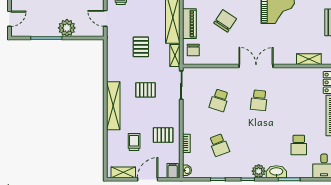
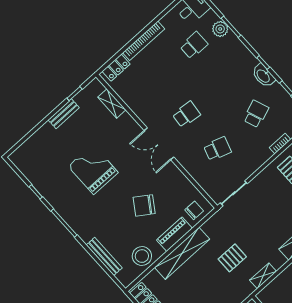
shelving: (175, 56) -> (263, 276), moved
pallet: (146, 90) -> (266, 220), removed
plant: (259, 171) -> (220, 29), moved
washbasin: (276, 172) -> (263, 76), moved

